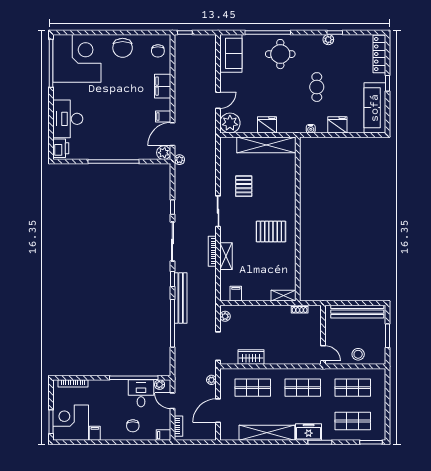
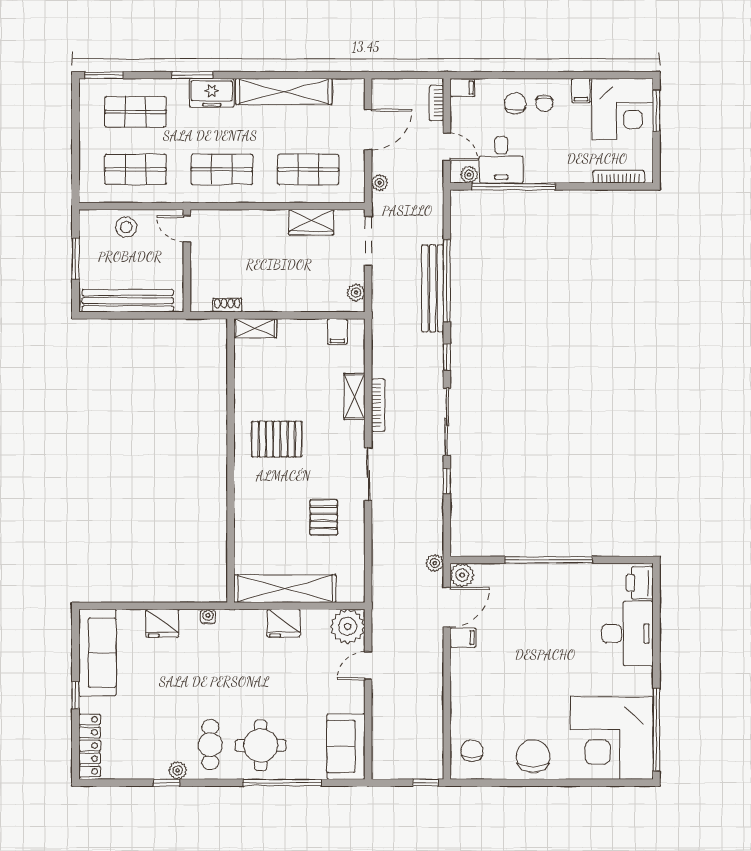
filing cabinet: (163, 86) -> (464, 690), removed
cafe table: (317, 87) -> (210, 745), moved
bench: (181, 298) -> (433, 288), moved
chair: (116, 426) -> (544, 103), added

